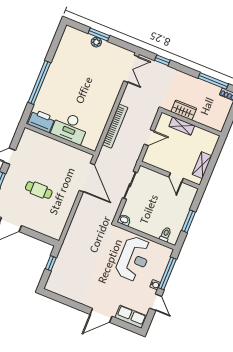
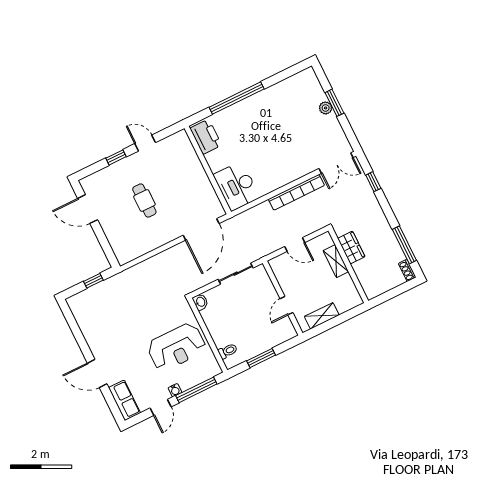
bookcase: (115, 126) -> (296, 192), moved
desk: (70, 128) -> (237, 186), moved

